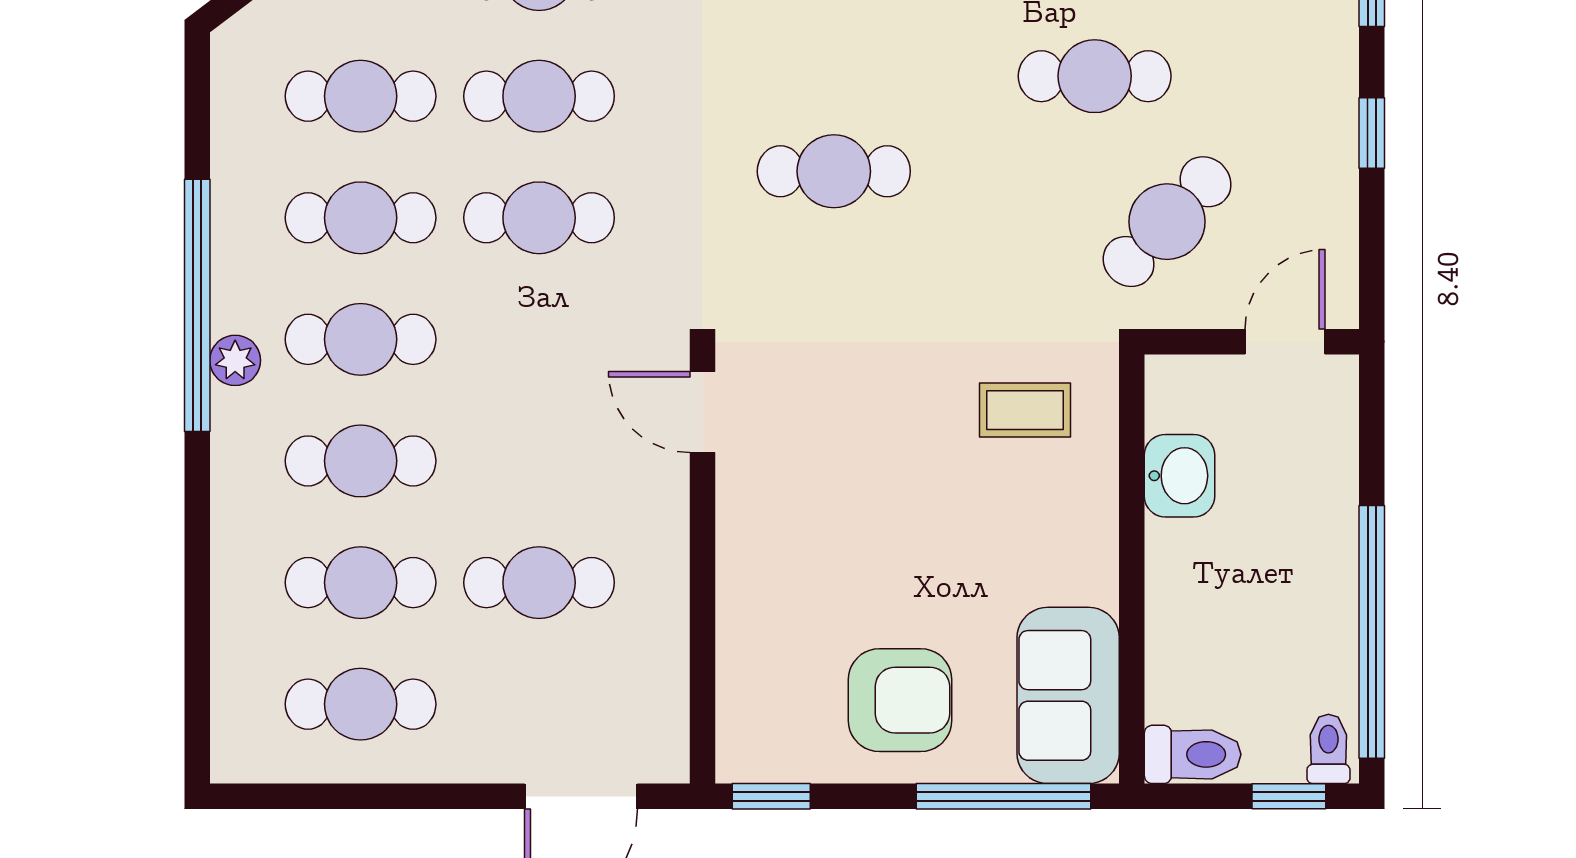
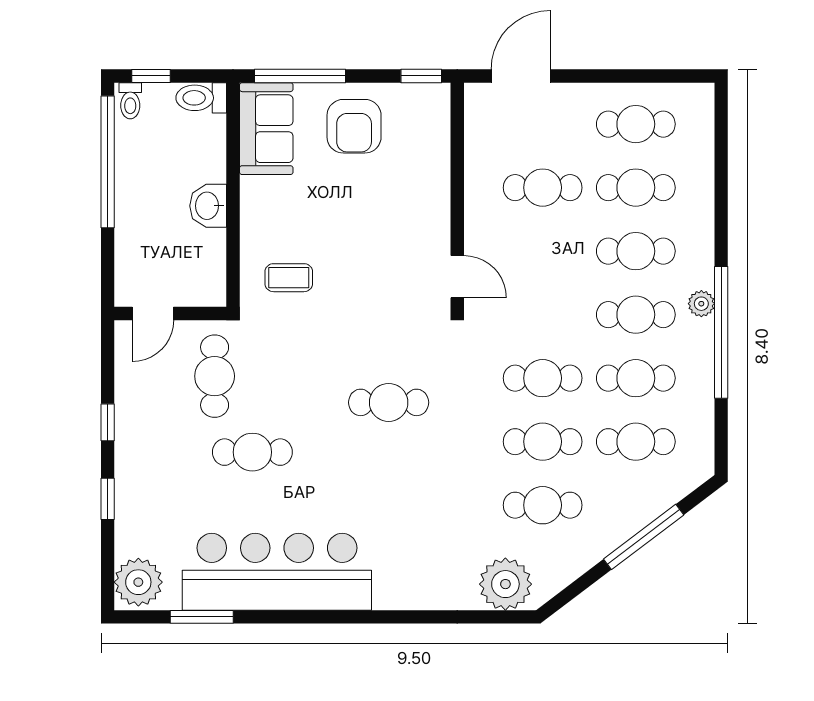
cafe table: (1167, 222) -> (215, 376), turned -44
washbasin: (1179, 476) -> (208, 206), moved
armchair: (900, 700) -> (354, 126), turned -90

